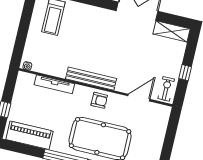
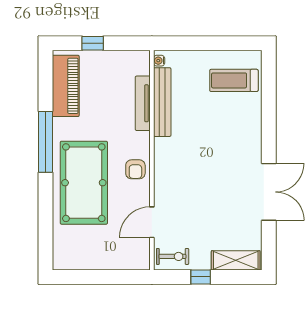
shelving: (172, 31) -> (236, 260), moved, turned 90
bench: (91, 79) -> (162, 102), moved
door: (139, 98) -> (152, 222), swing flipped

